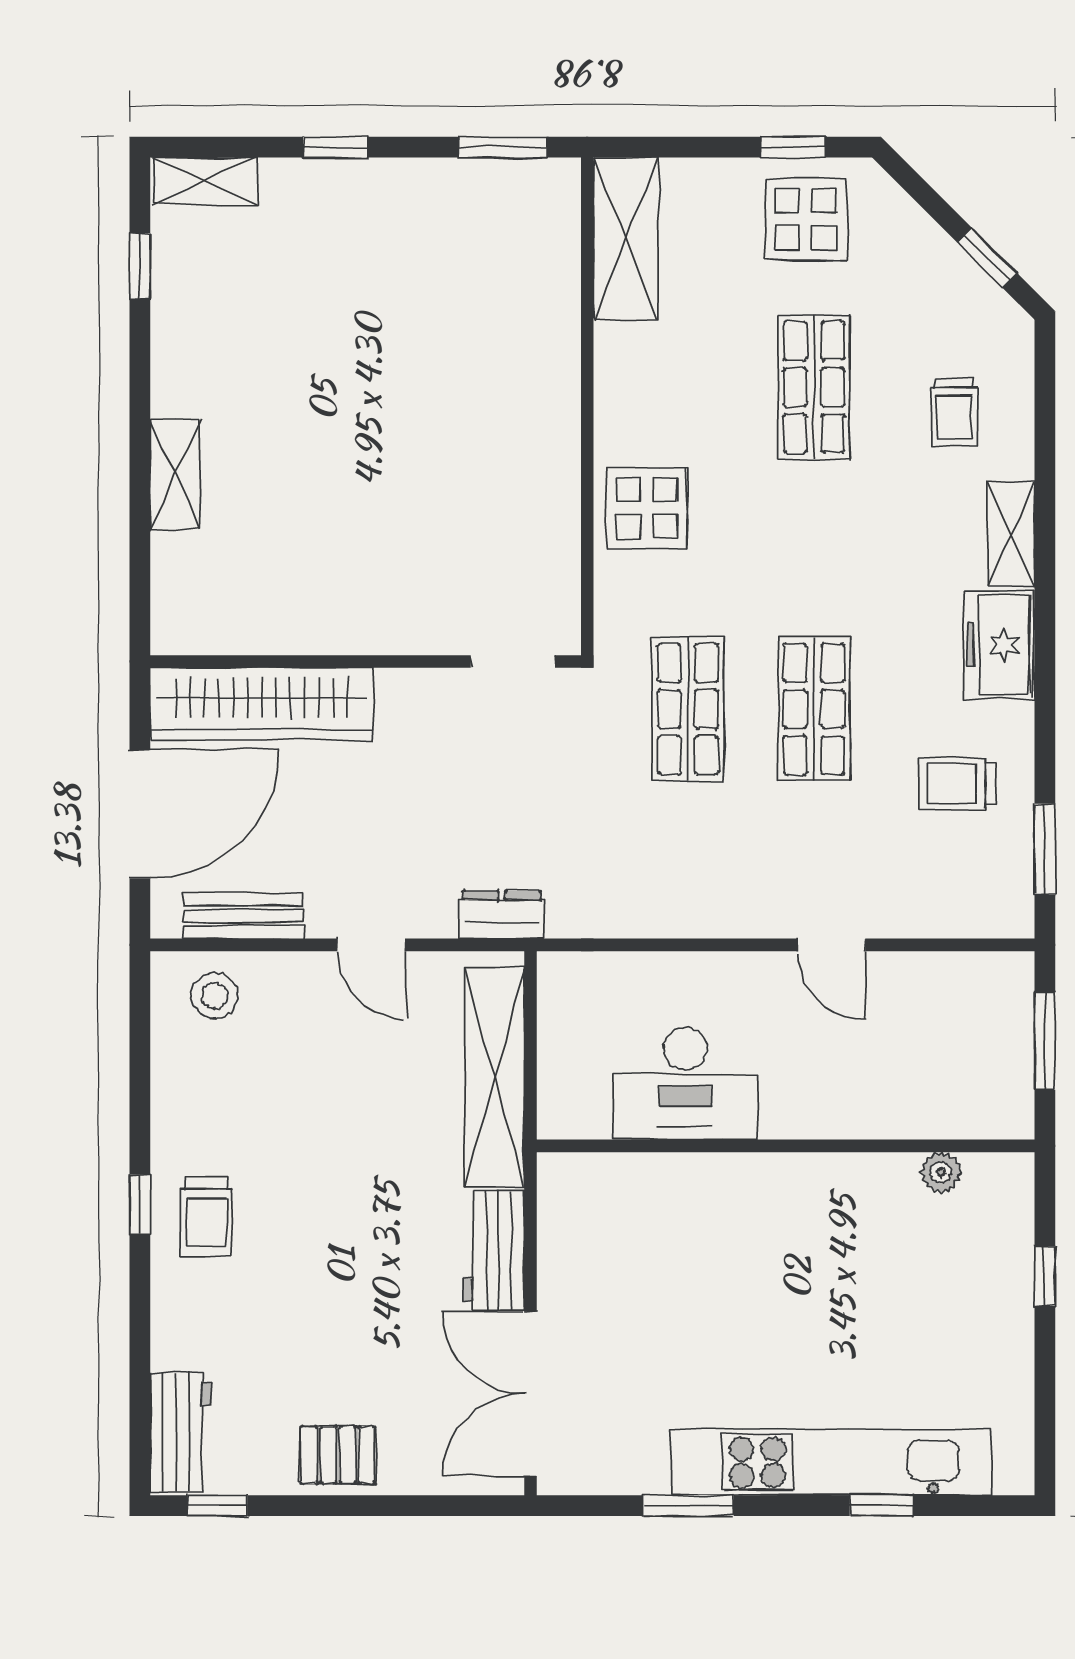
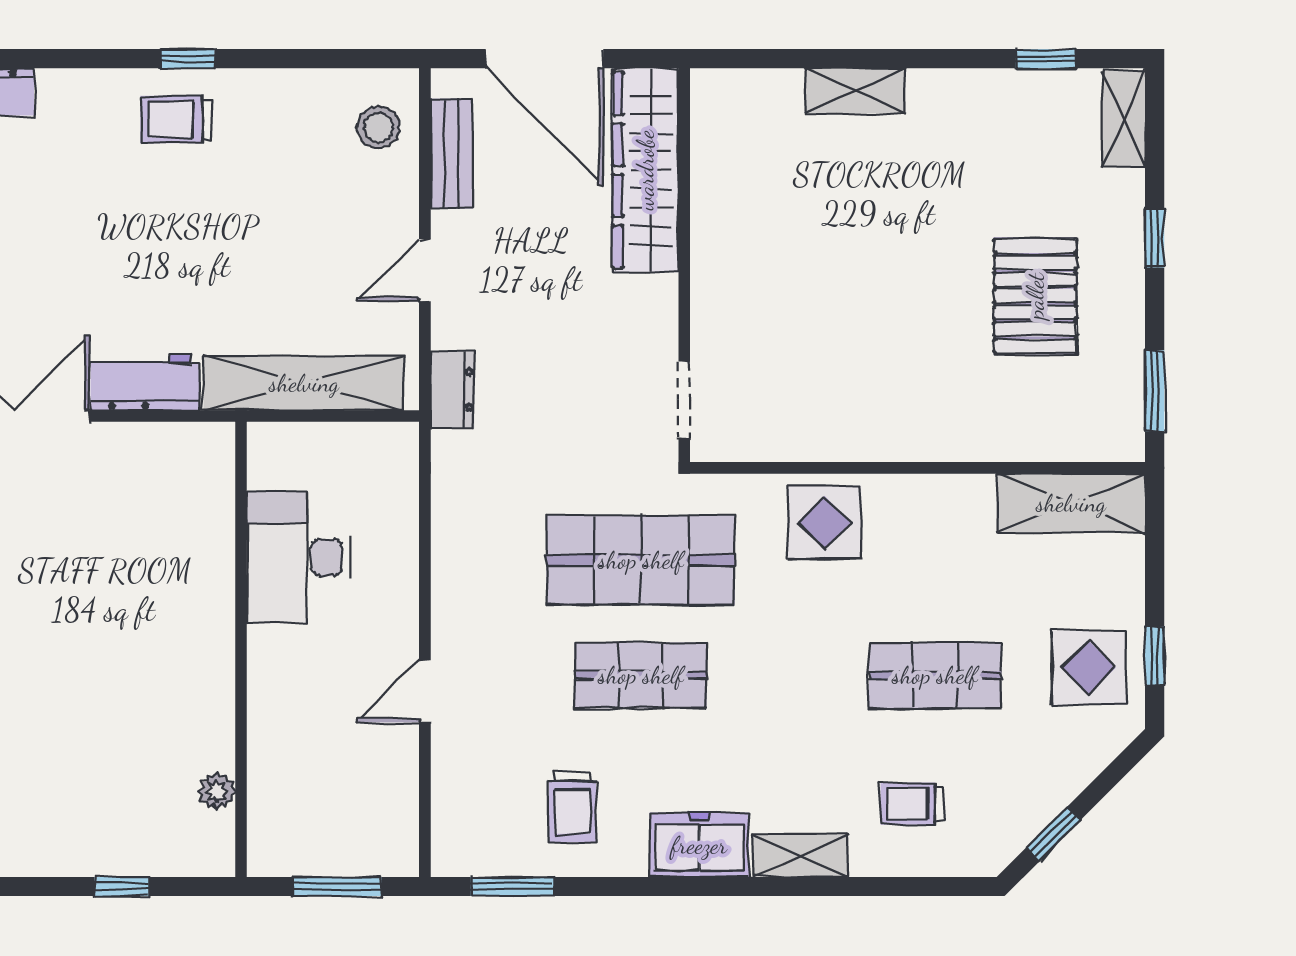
pallet: (399, 278) -> (1035, 296), added
shop shelf: (688, 709) -> (641, 560), width x1.43, depth x1.36
trolley: (957, 784) -> (572, 807), turned 180

